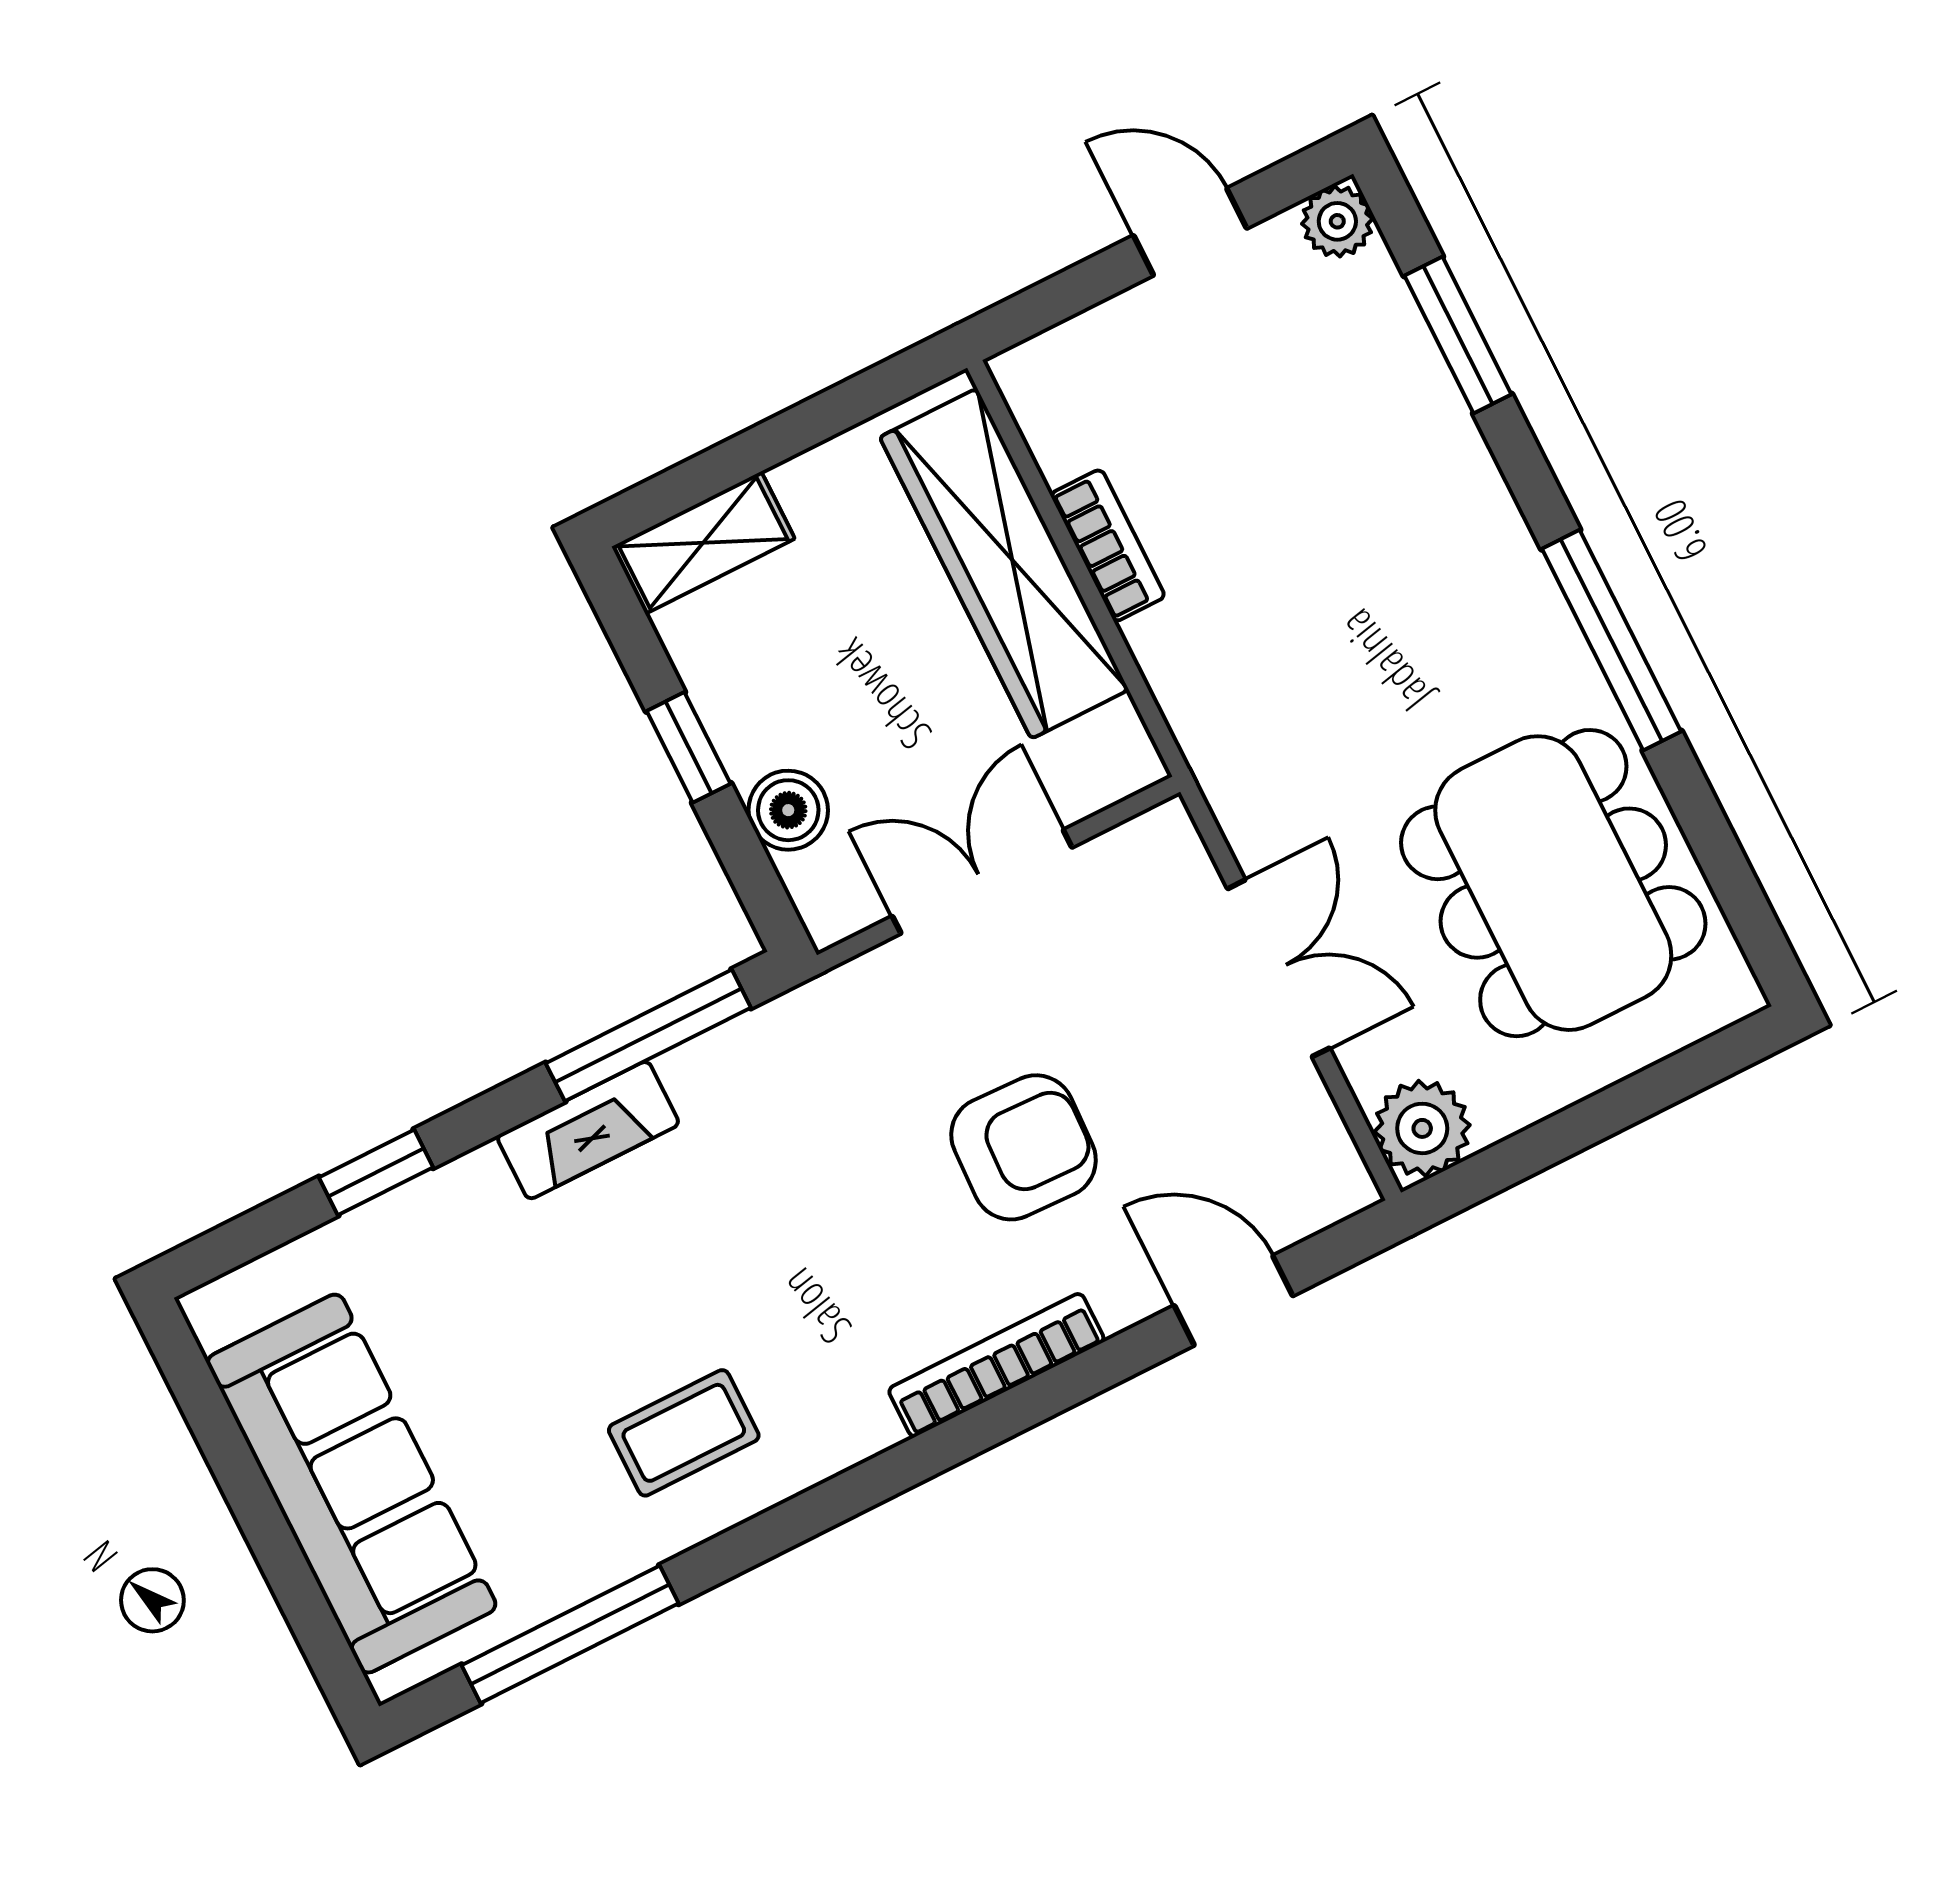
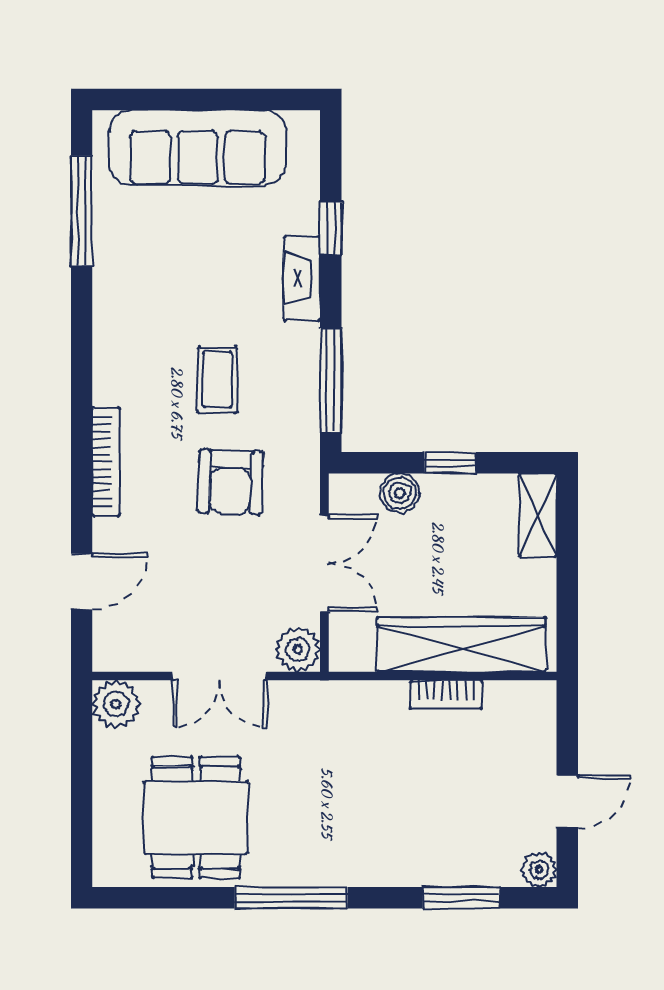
plant: (1160, 852) -> (298, 650), added
dining table: (1553, 883) -> (196, 817), width x0.73
fireplace: (588, 1130) -> (302, 278), moved
armchair: (1023, 1147) -> (230, 482), moved
coffee table: (684, 1433) -> (217, 380), moved

